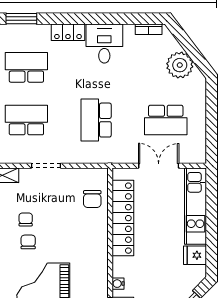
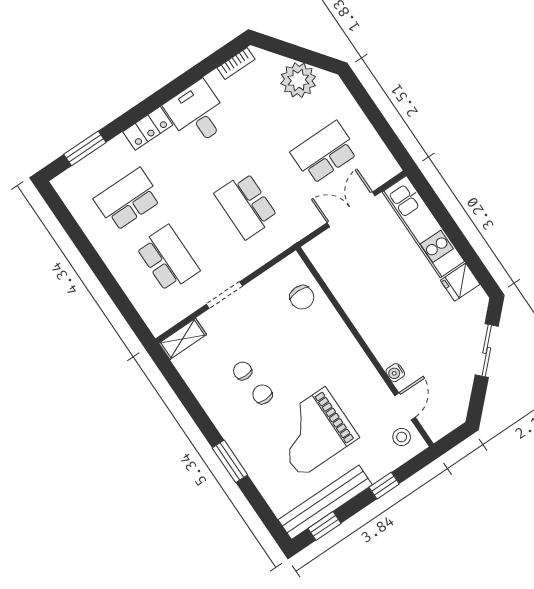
school desk: (26, 120) -> (168, 259), turned 90
school desk: (166, 120) -> (324, 153), turned 180
locker: (123, 218) -> (351, 295), removed

